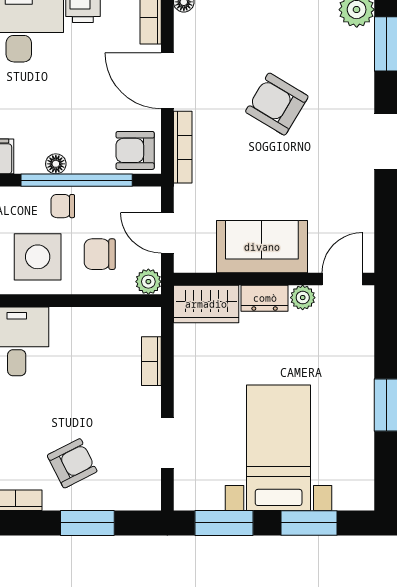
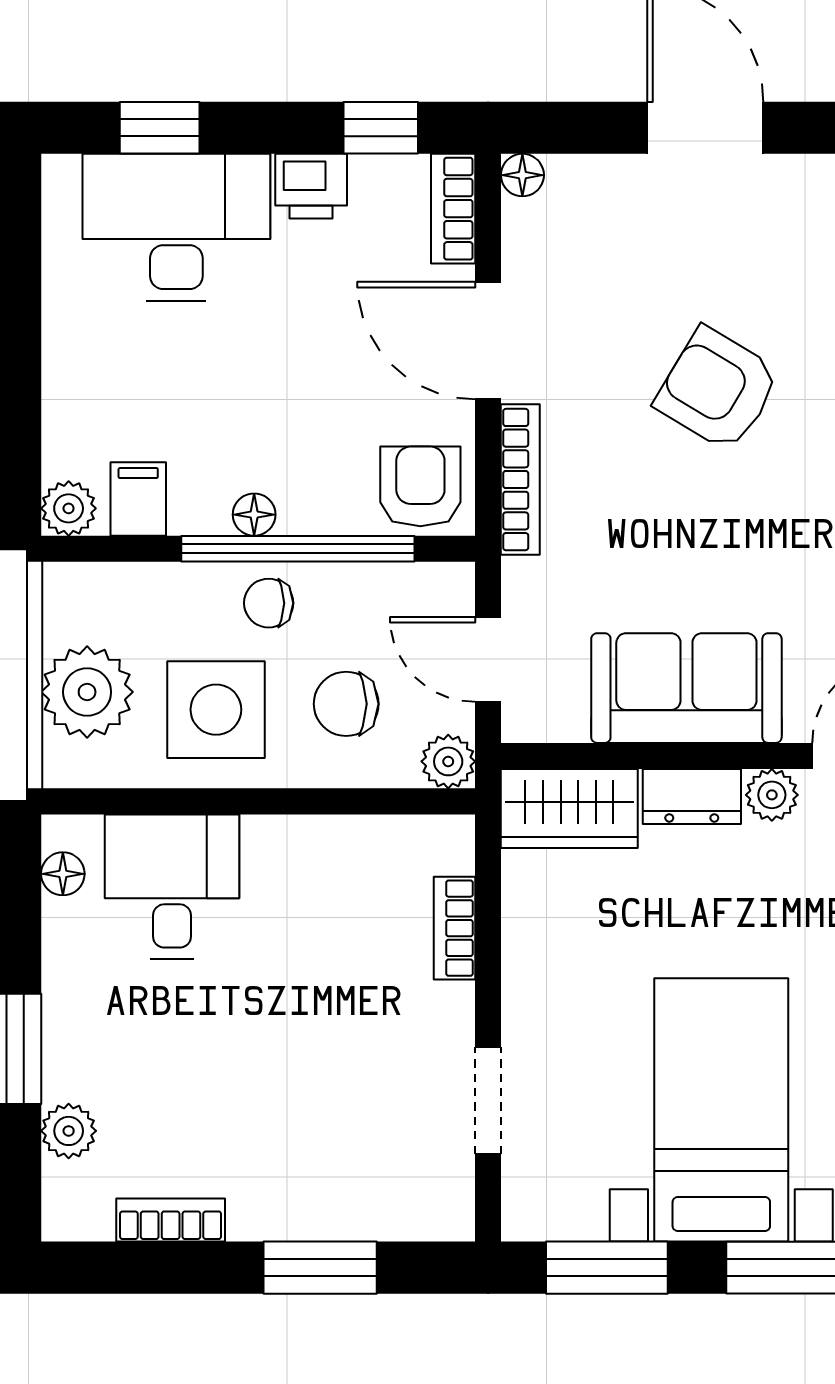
armchair: (135, 150) -> (420, 486), turned 90
armchair: (72, 463) -> (288, 1143), removed

